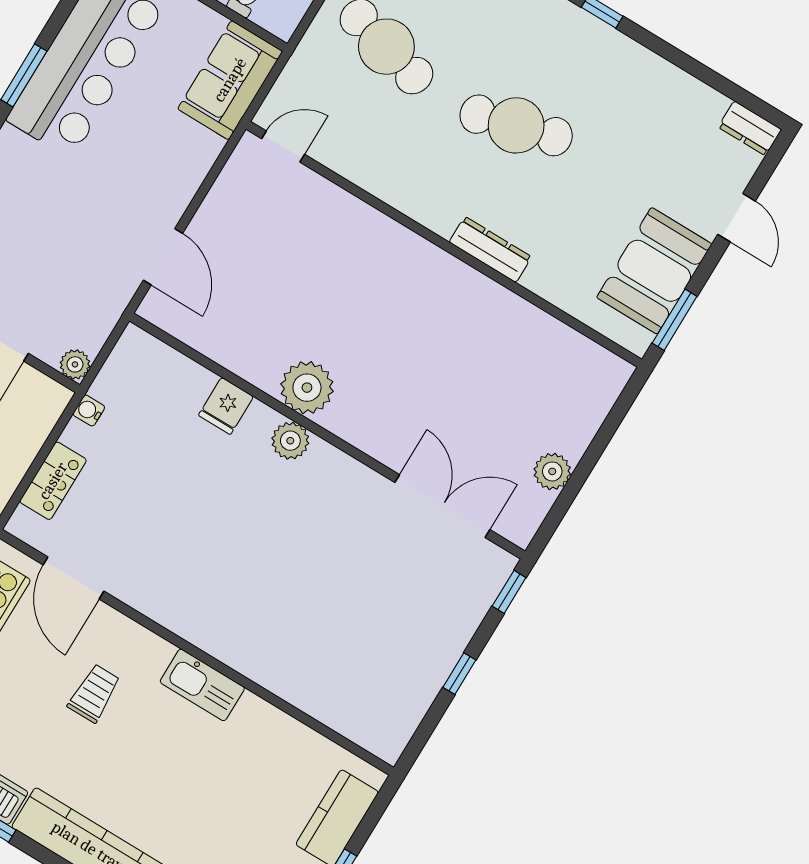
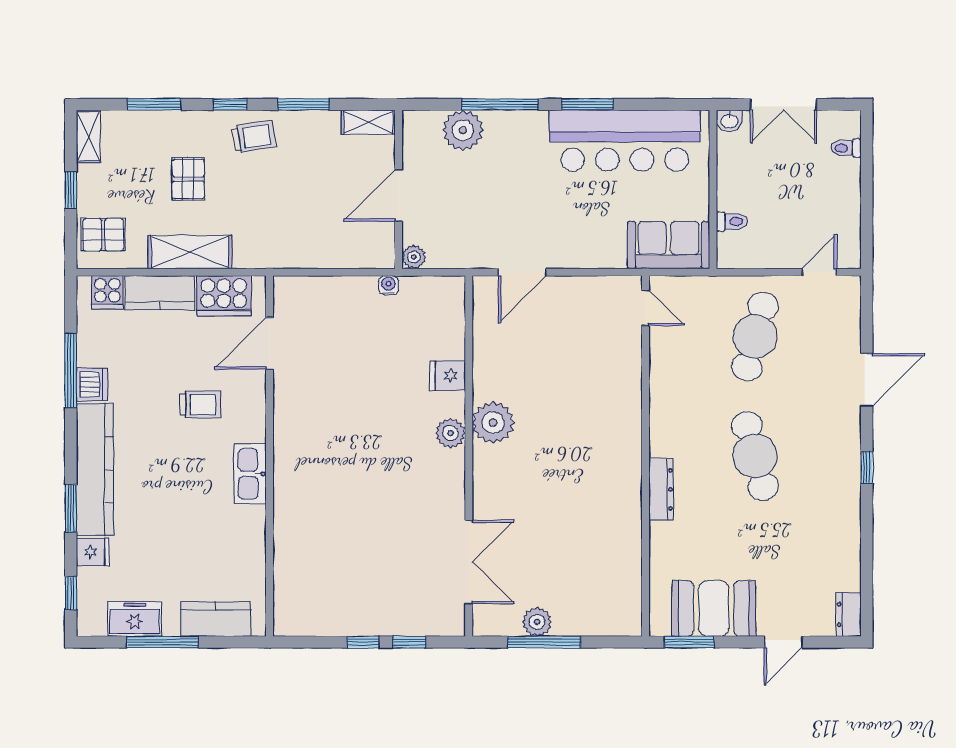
window: (579, 477) -> (544, 642), added
locker: (53, 481) -> (327, 290), removed
window: (509, 592) -> (409, 642), moved

